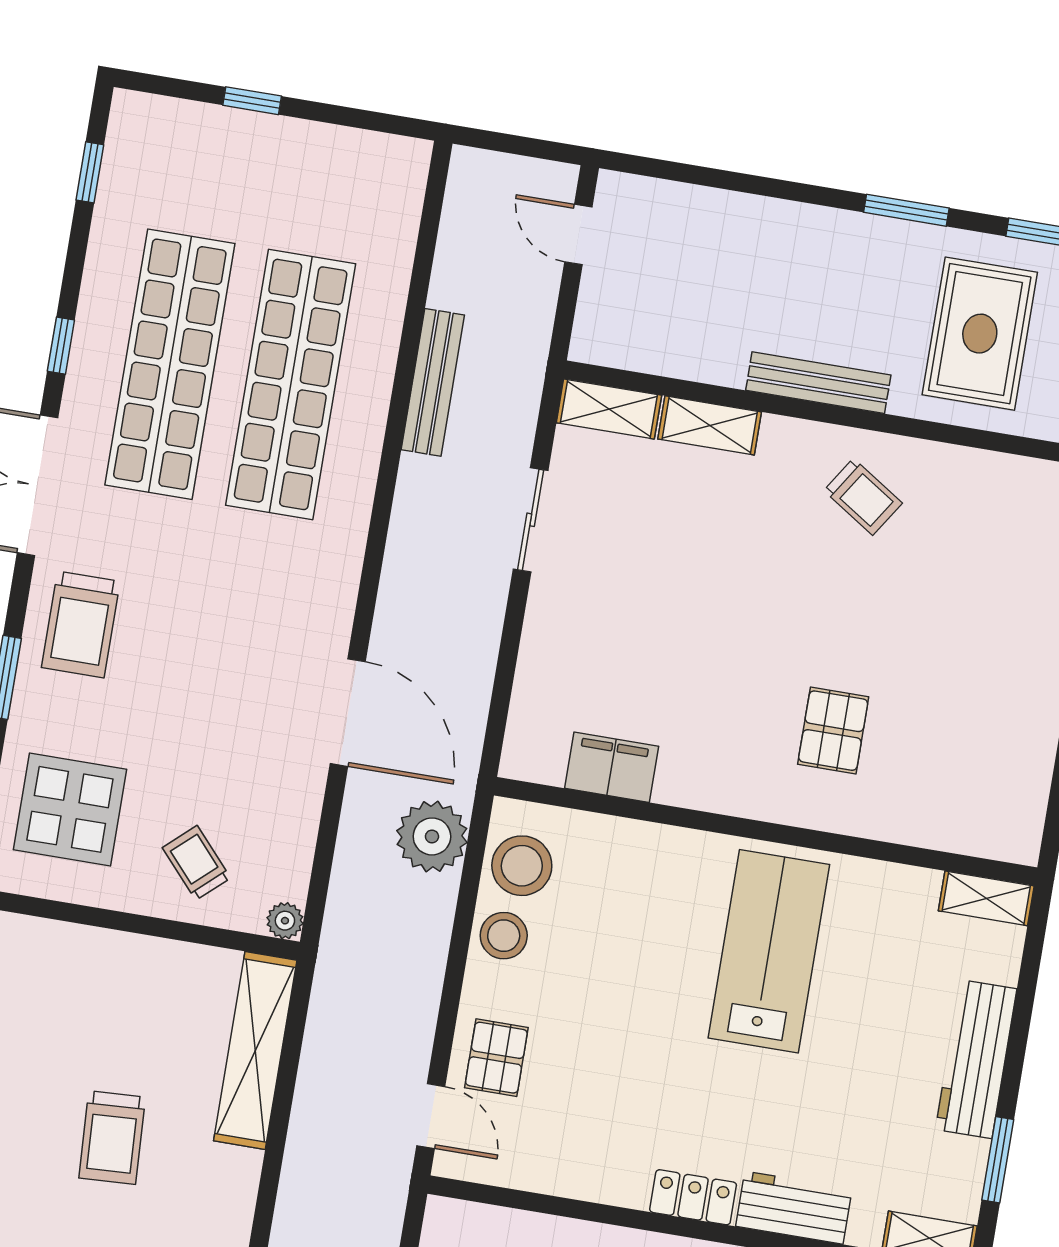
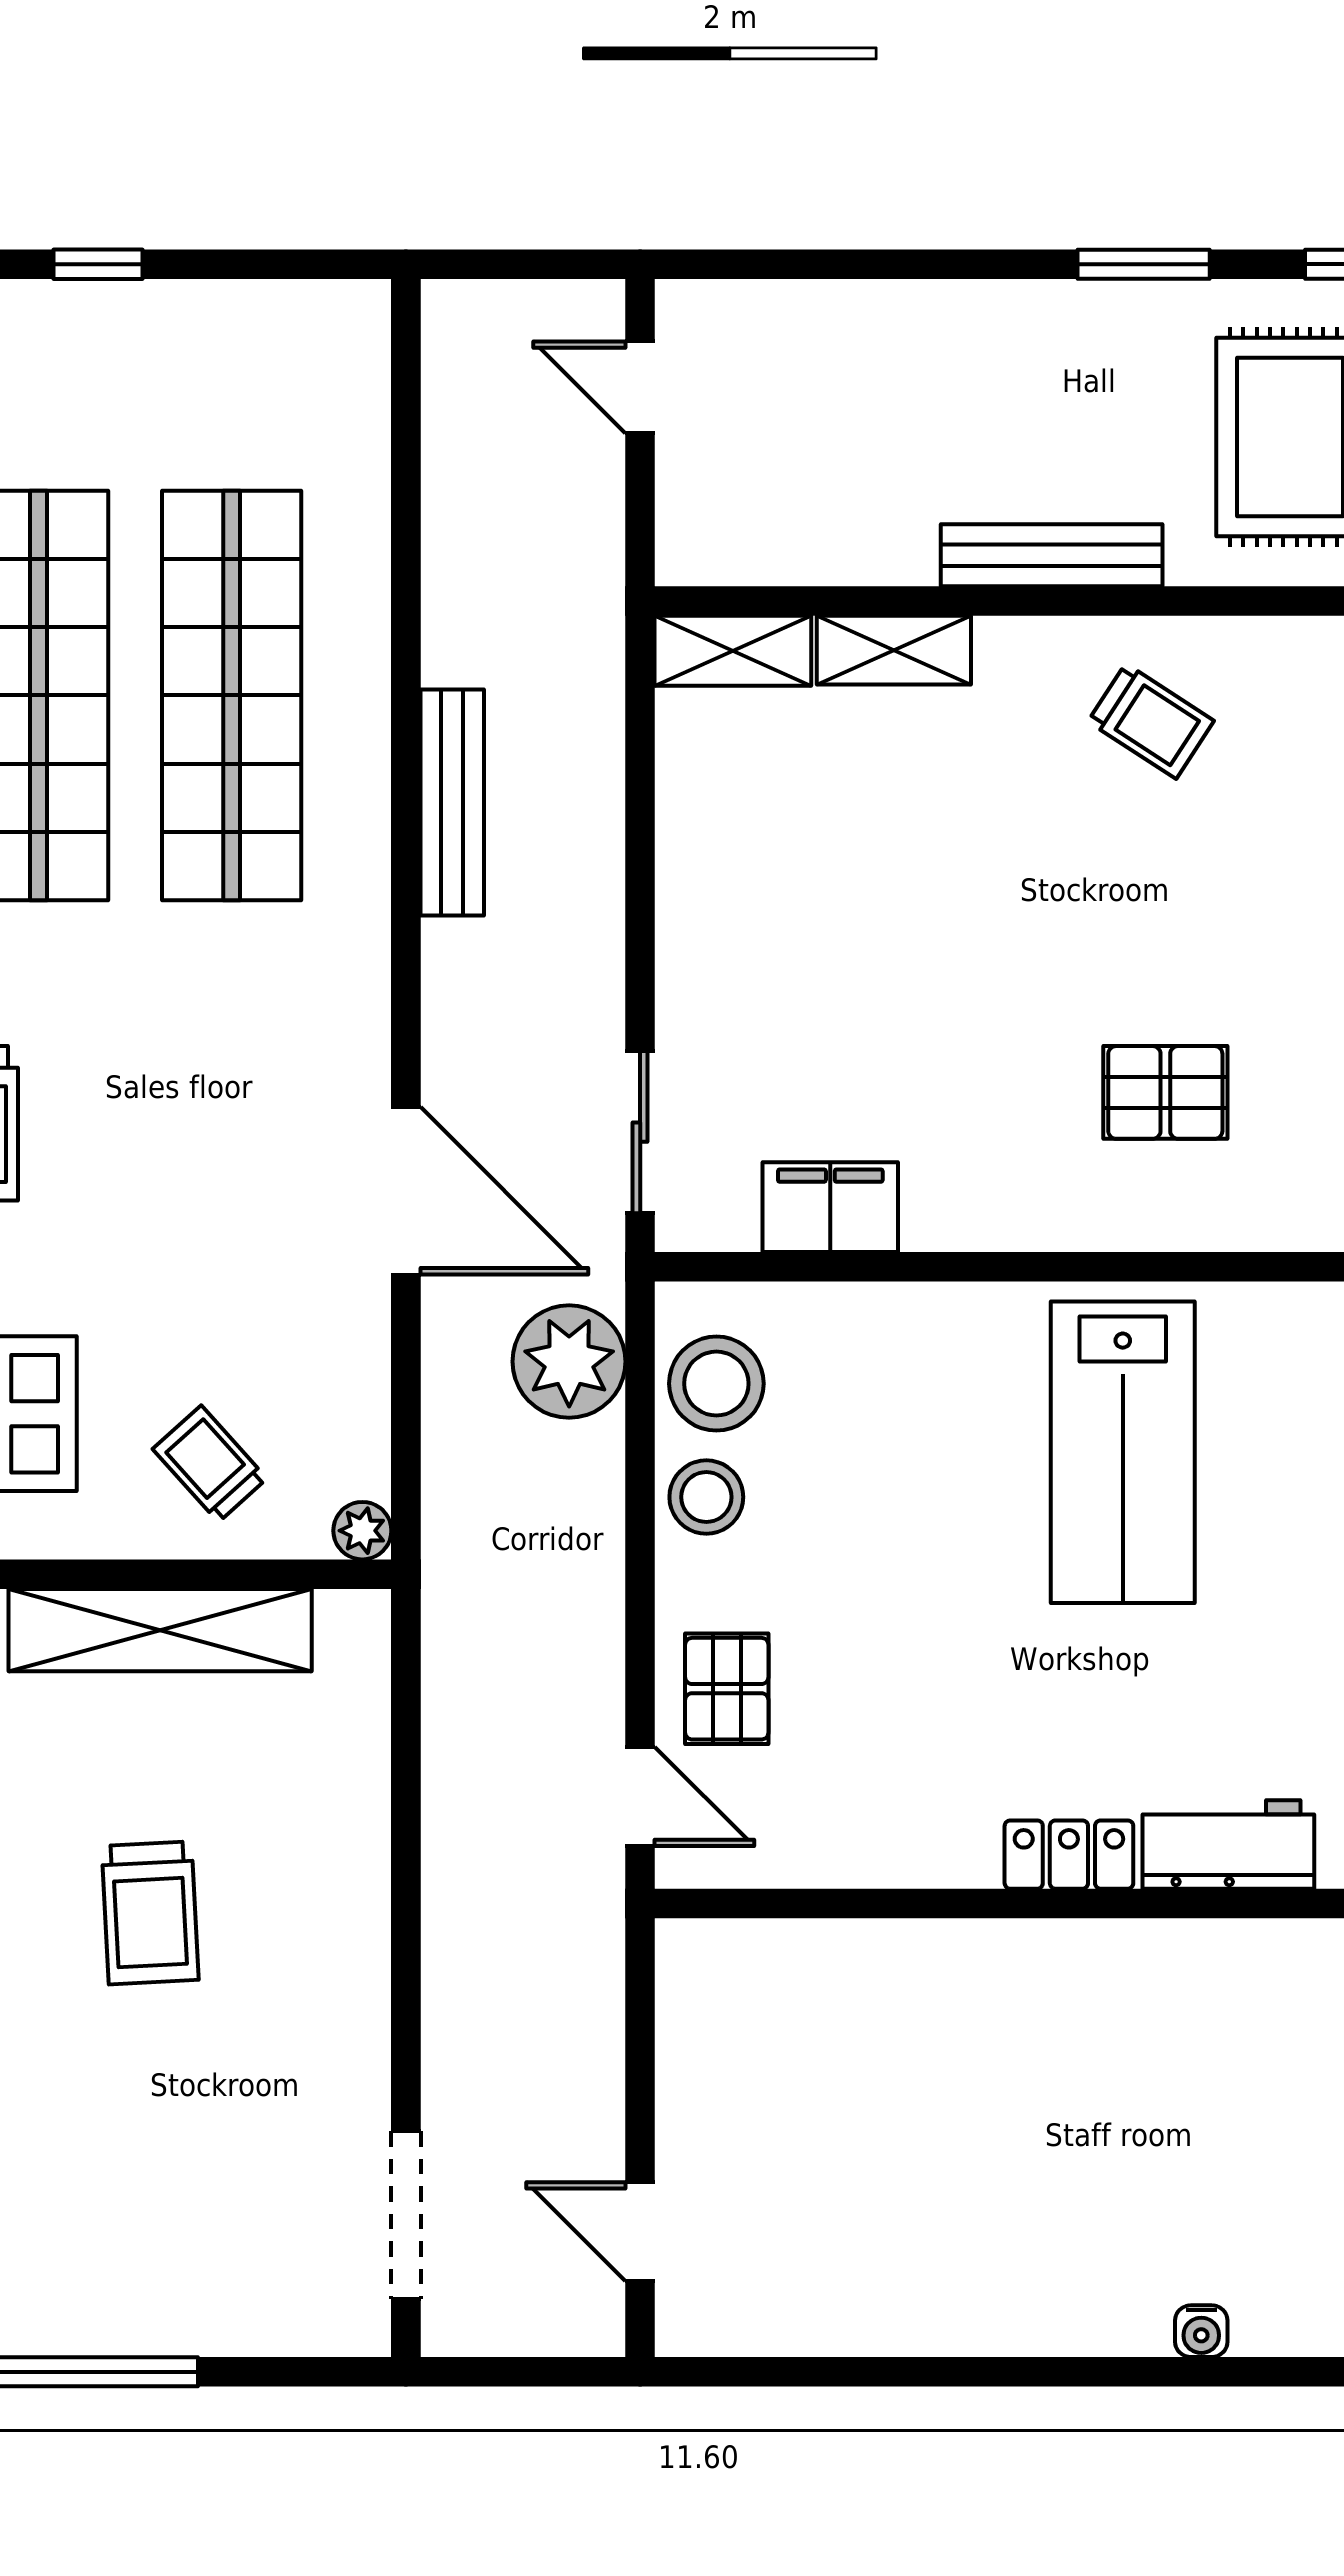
bench: (433, 382) -> (452, 802), moved
sliding door: (531, 520) -> (640, 1132), moved
pallet: (833, 731) -> (1165, 1092), turned 90
lab bench: (769, 951) -> (1123, 1452), turned 180
shelving: (255, 1051) -> (160, 1630), moved, turned 90

